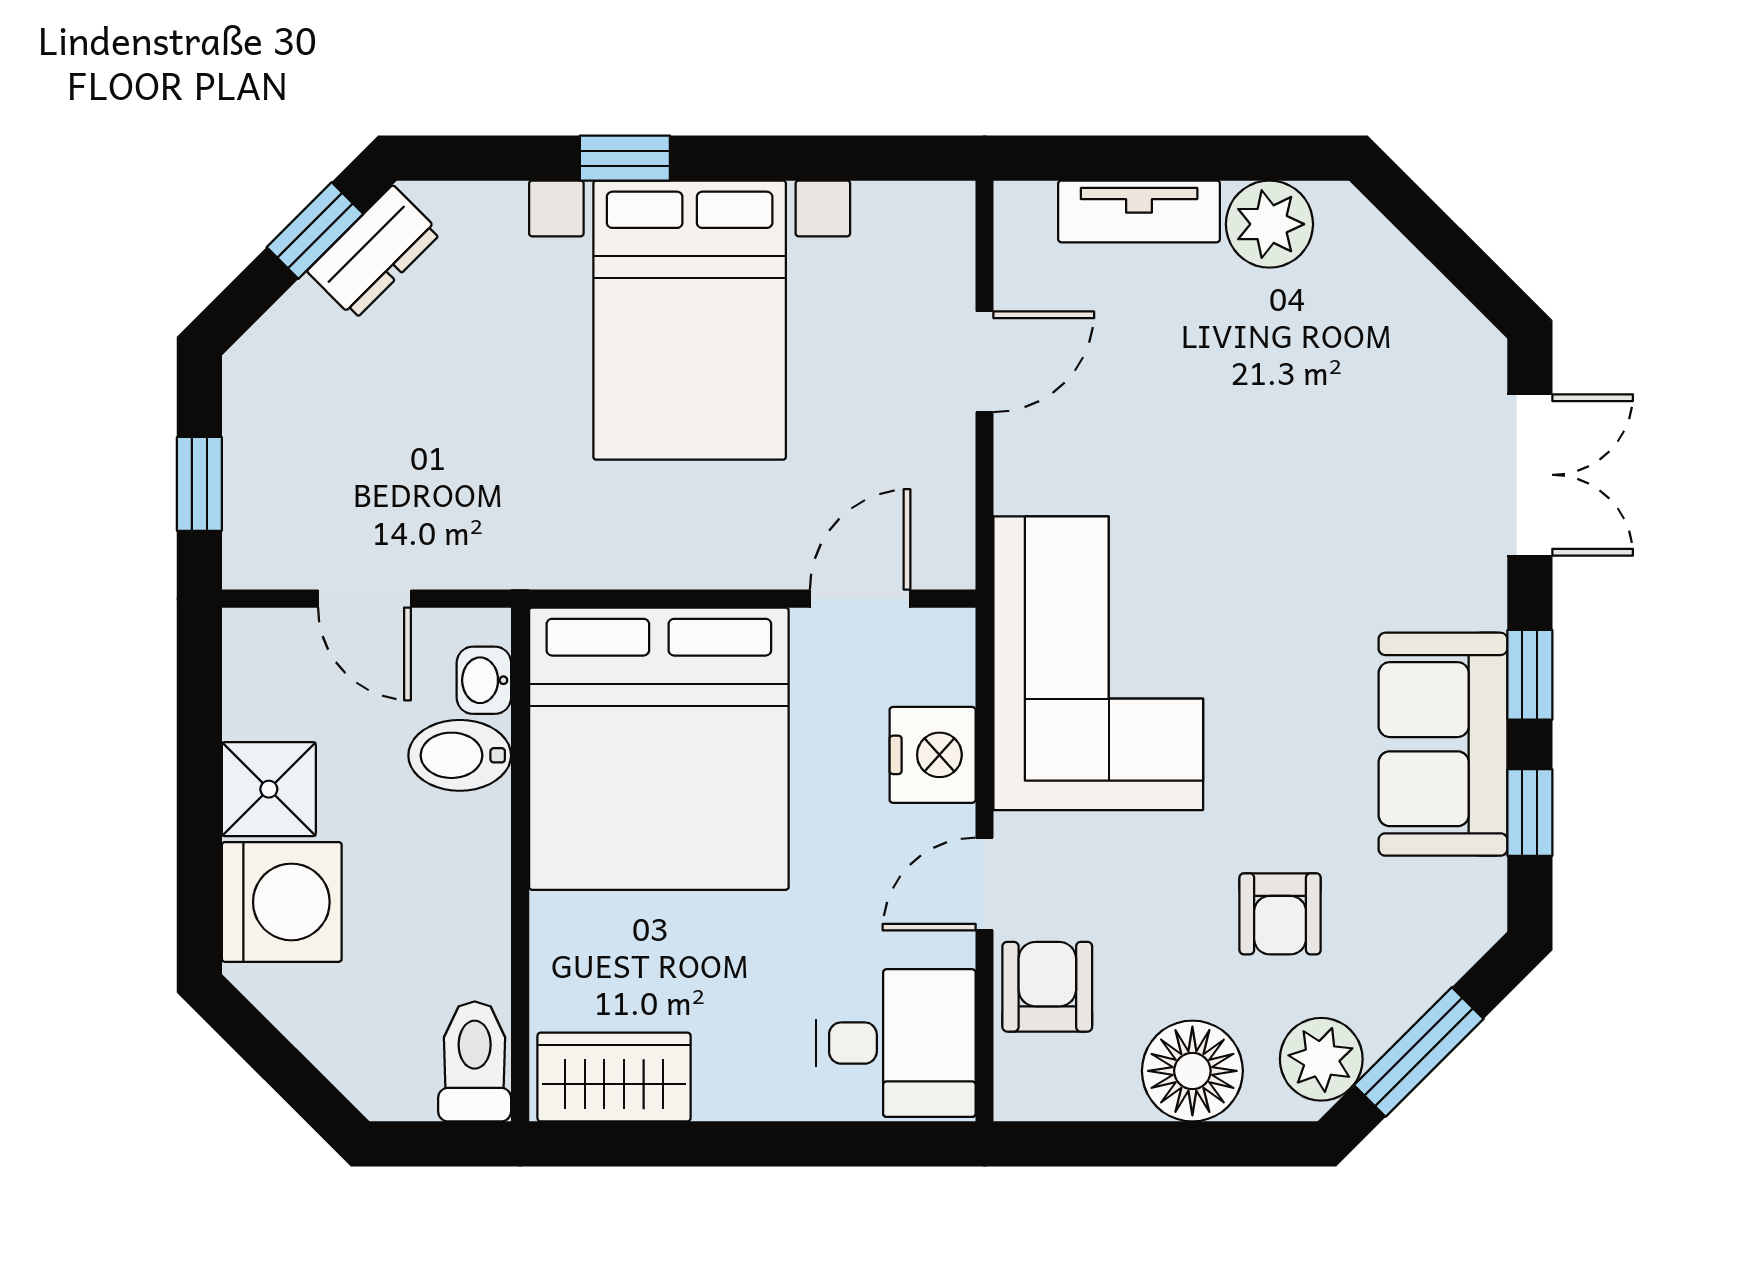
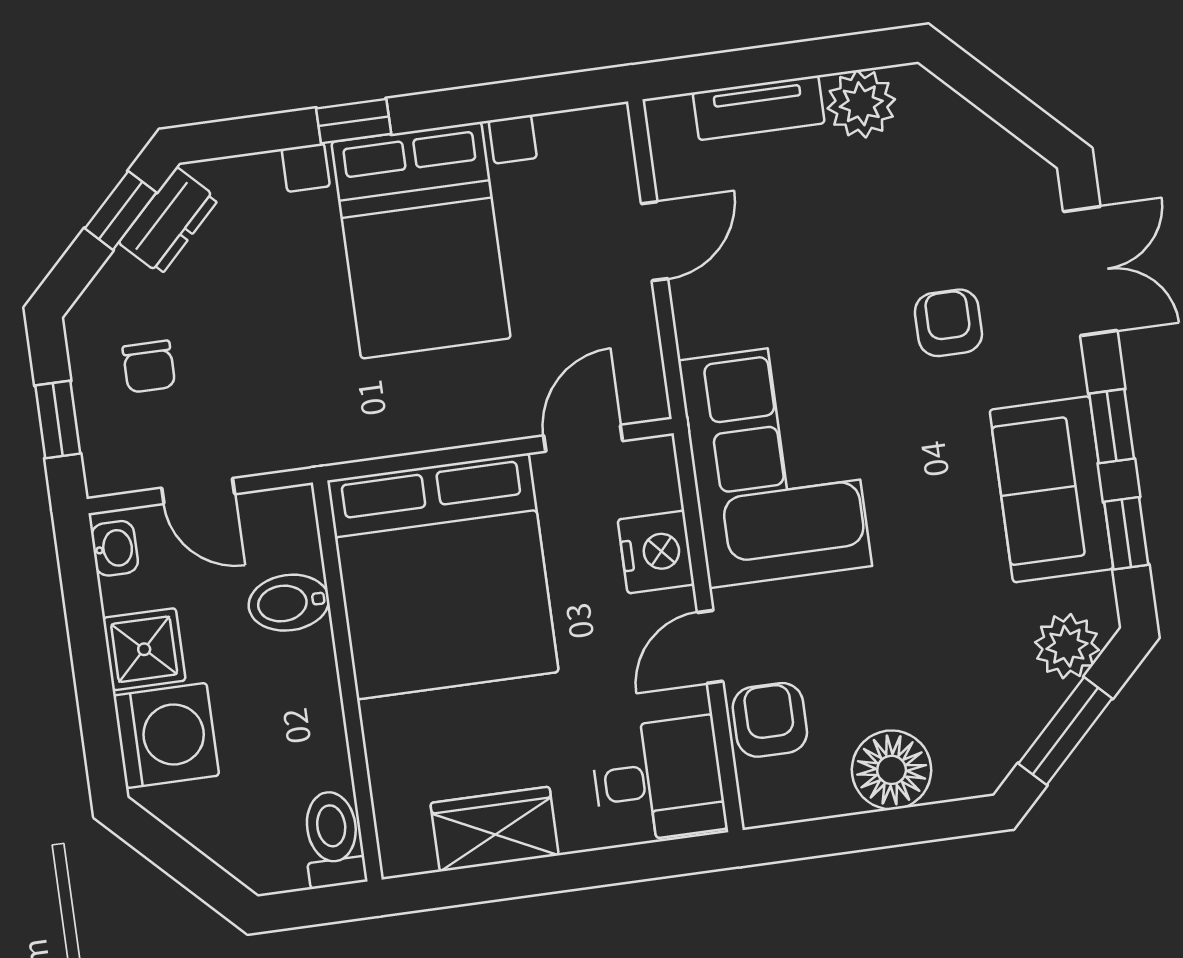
chair: (324, 433) -> (149, 367), added
washbasin: (484, 680) -> (115, 548), moved, turned 180
armchair: (1280, 914) -> (948, 323), moved, turned 180
plant: (1321, 1059) -> (1067, 646), moved
wardrobe: (614, 1077) -> (495, 829), moved

